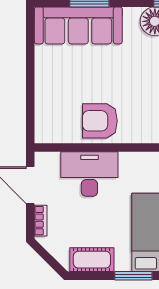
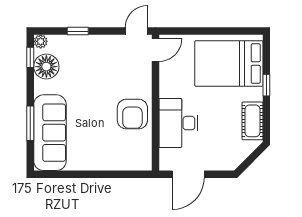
bookcase: (41, 221) -> (219, 165), removed
window: (133, 276) -> (266, 85), width x0.67

